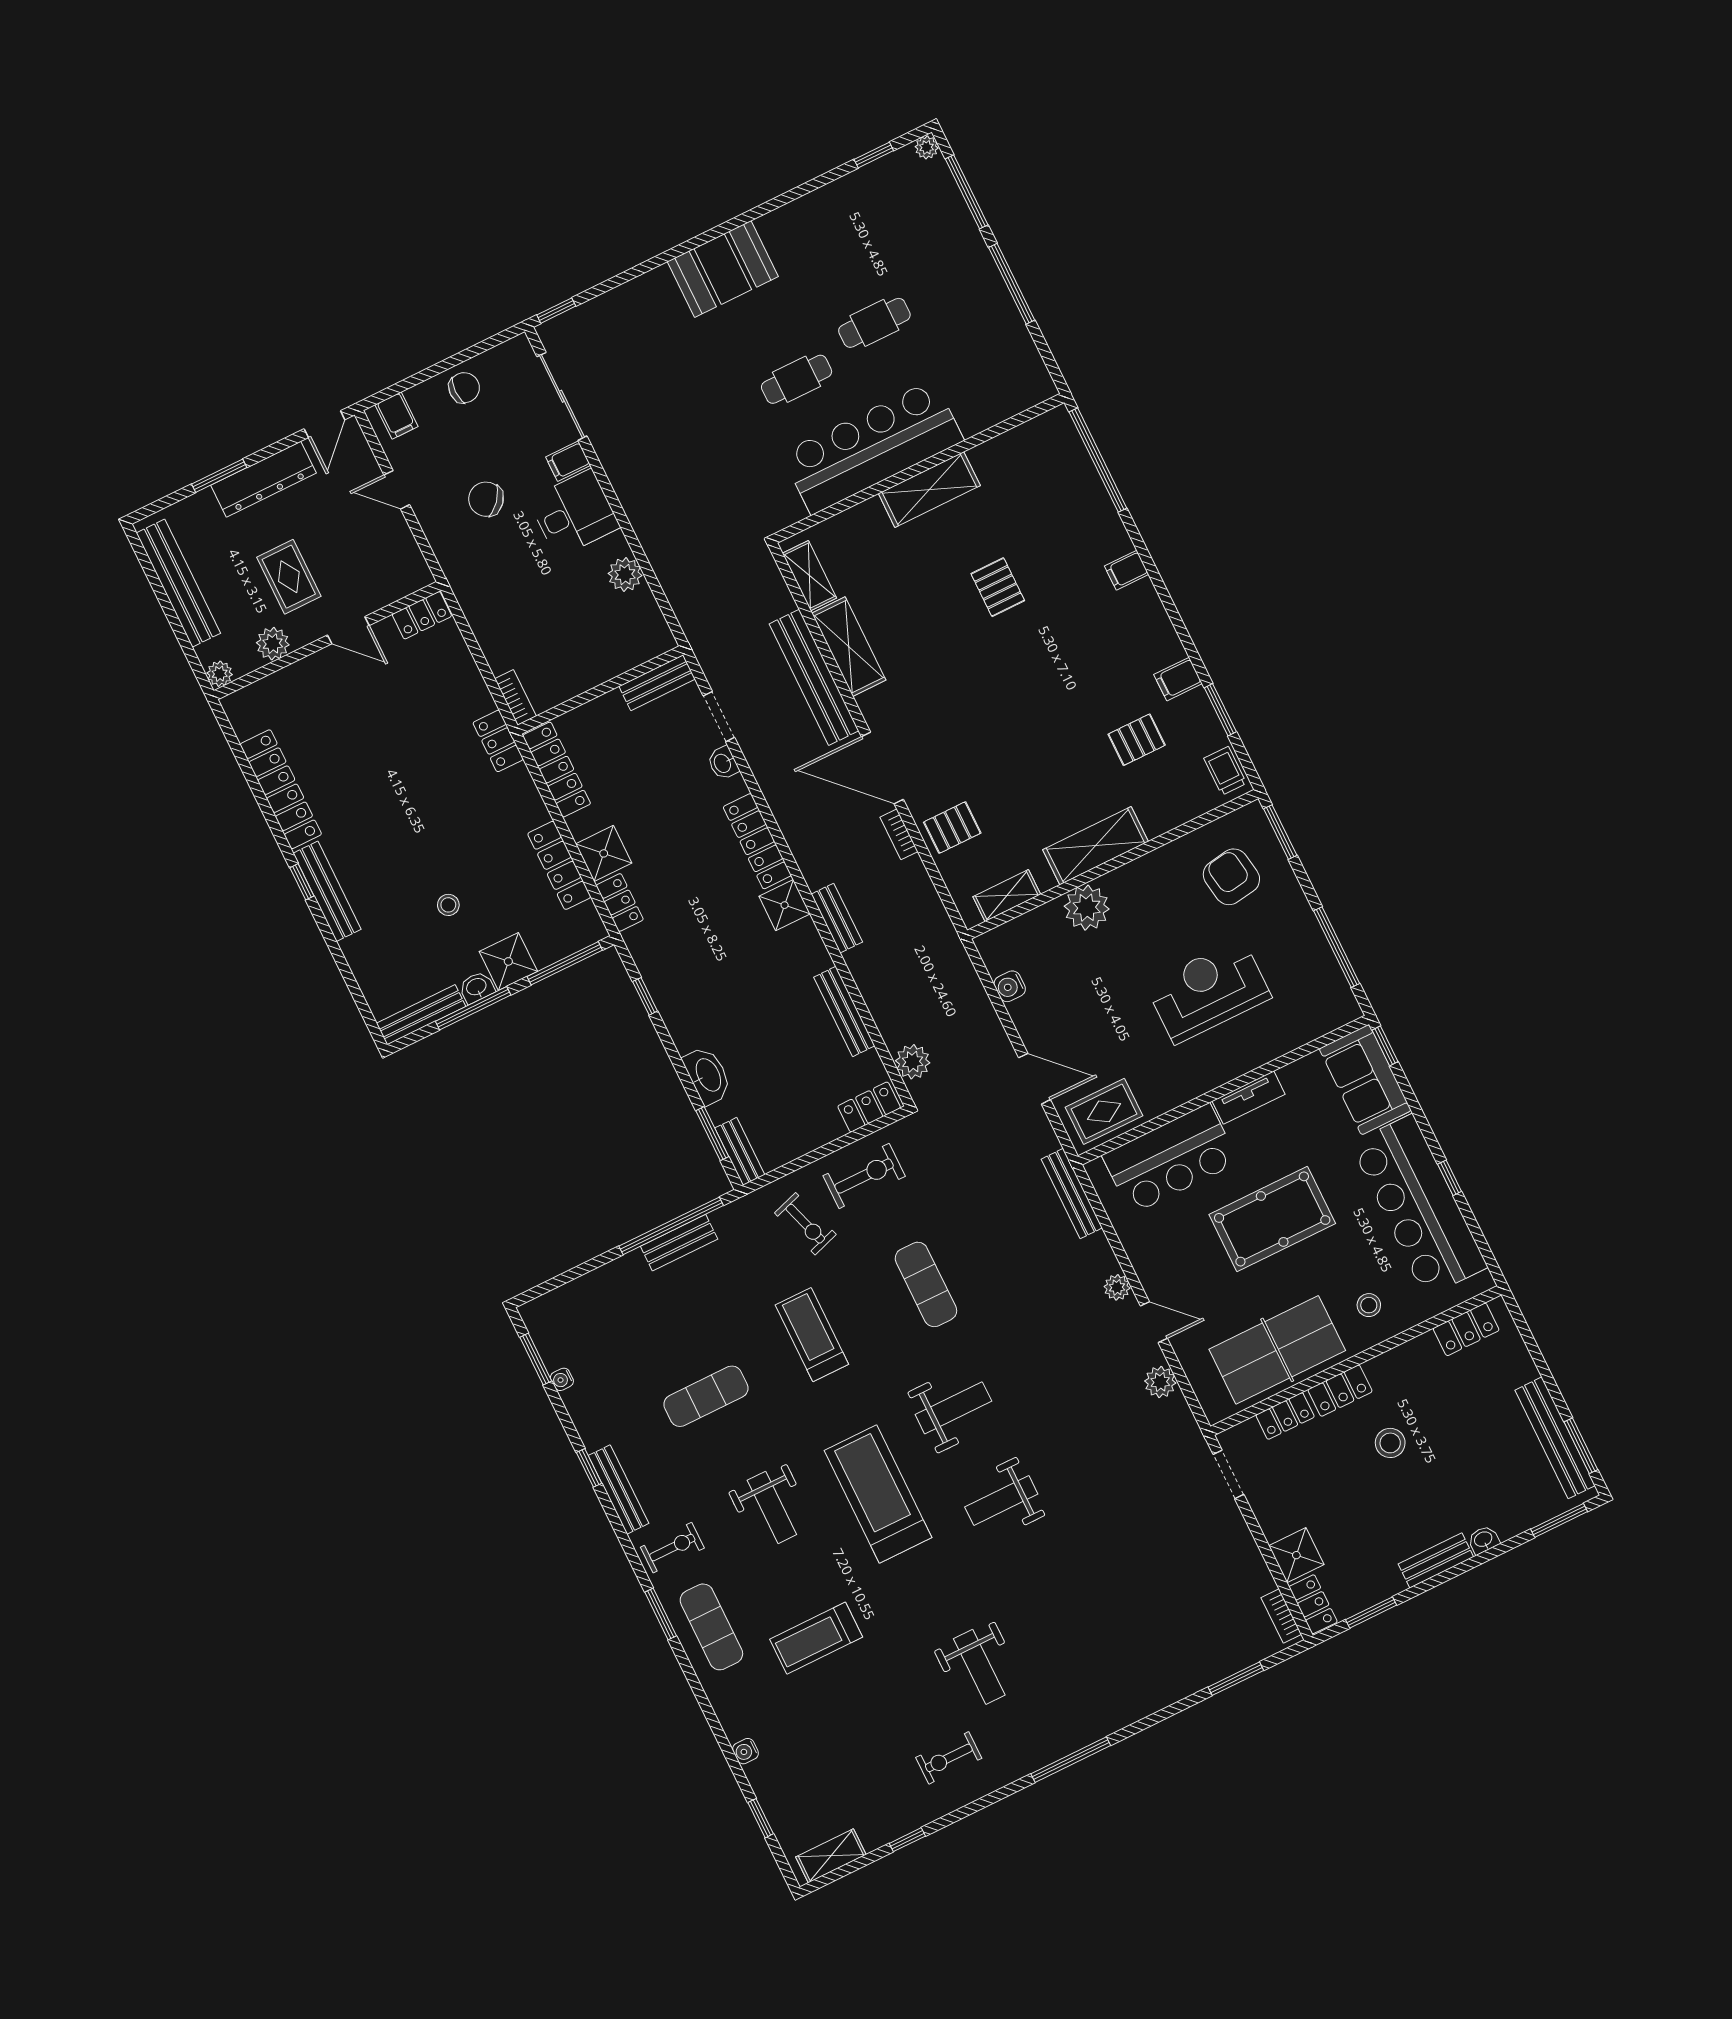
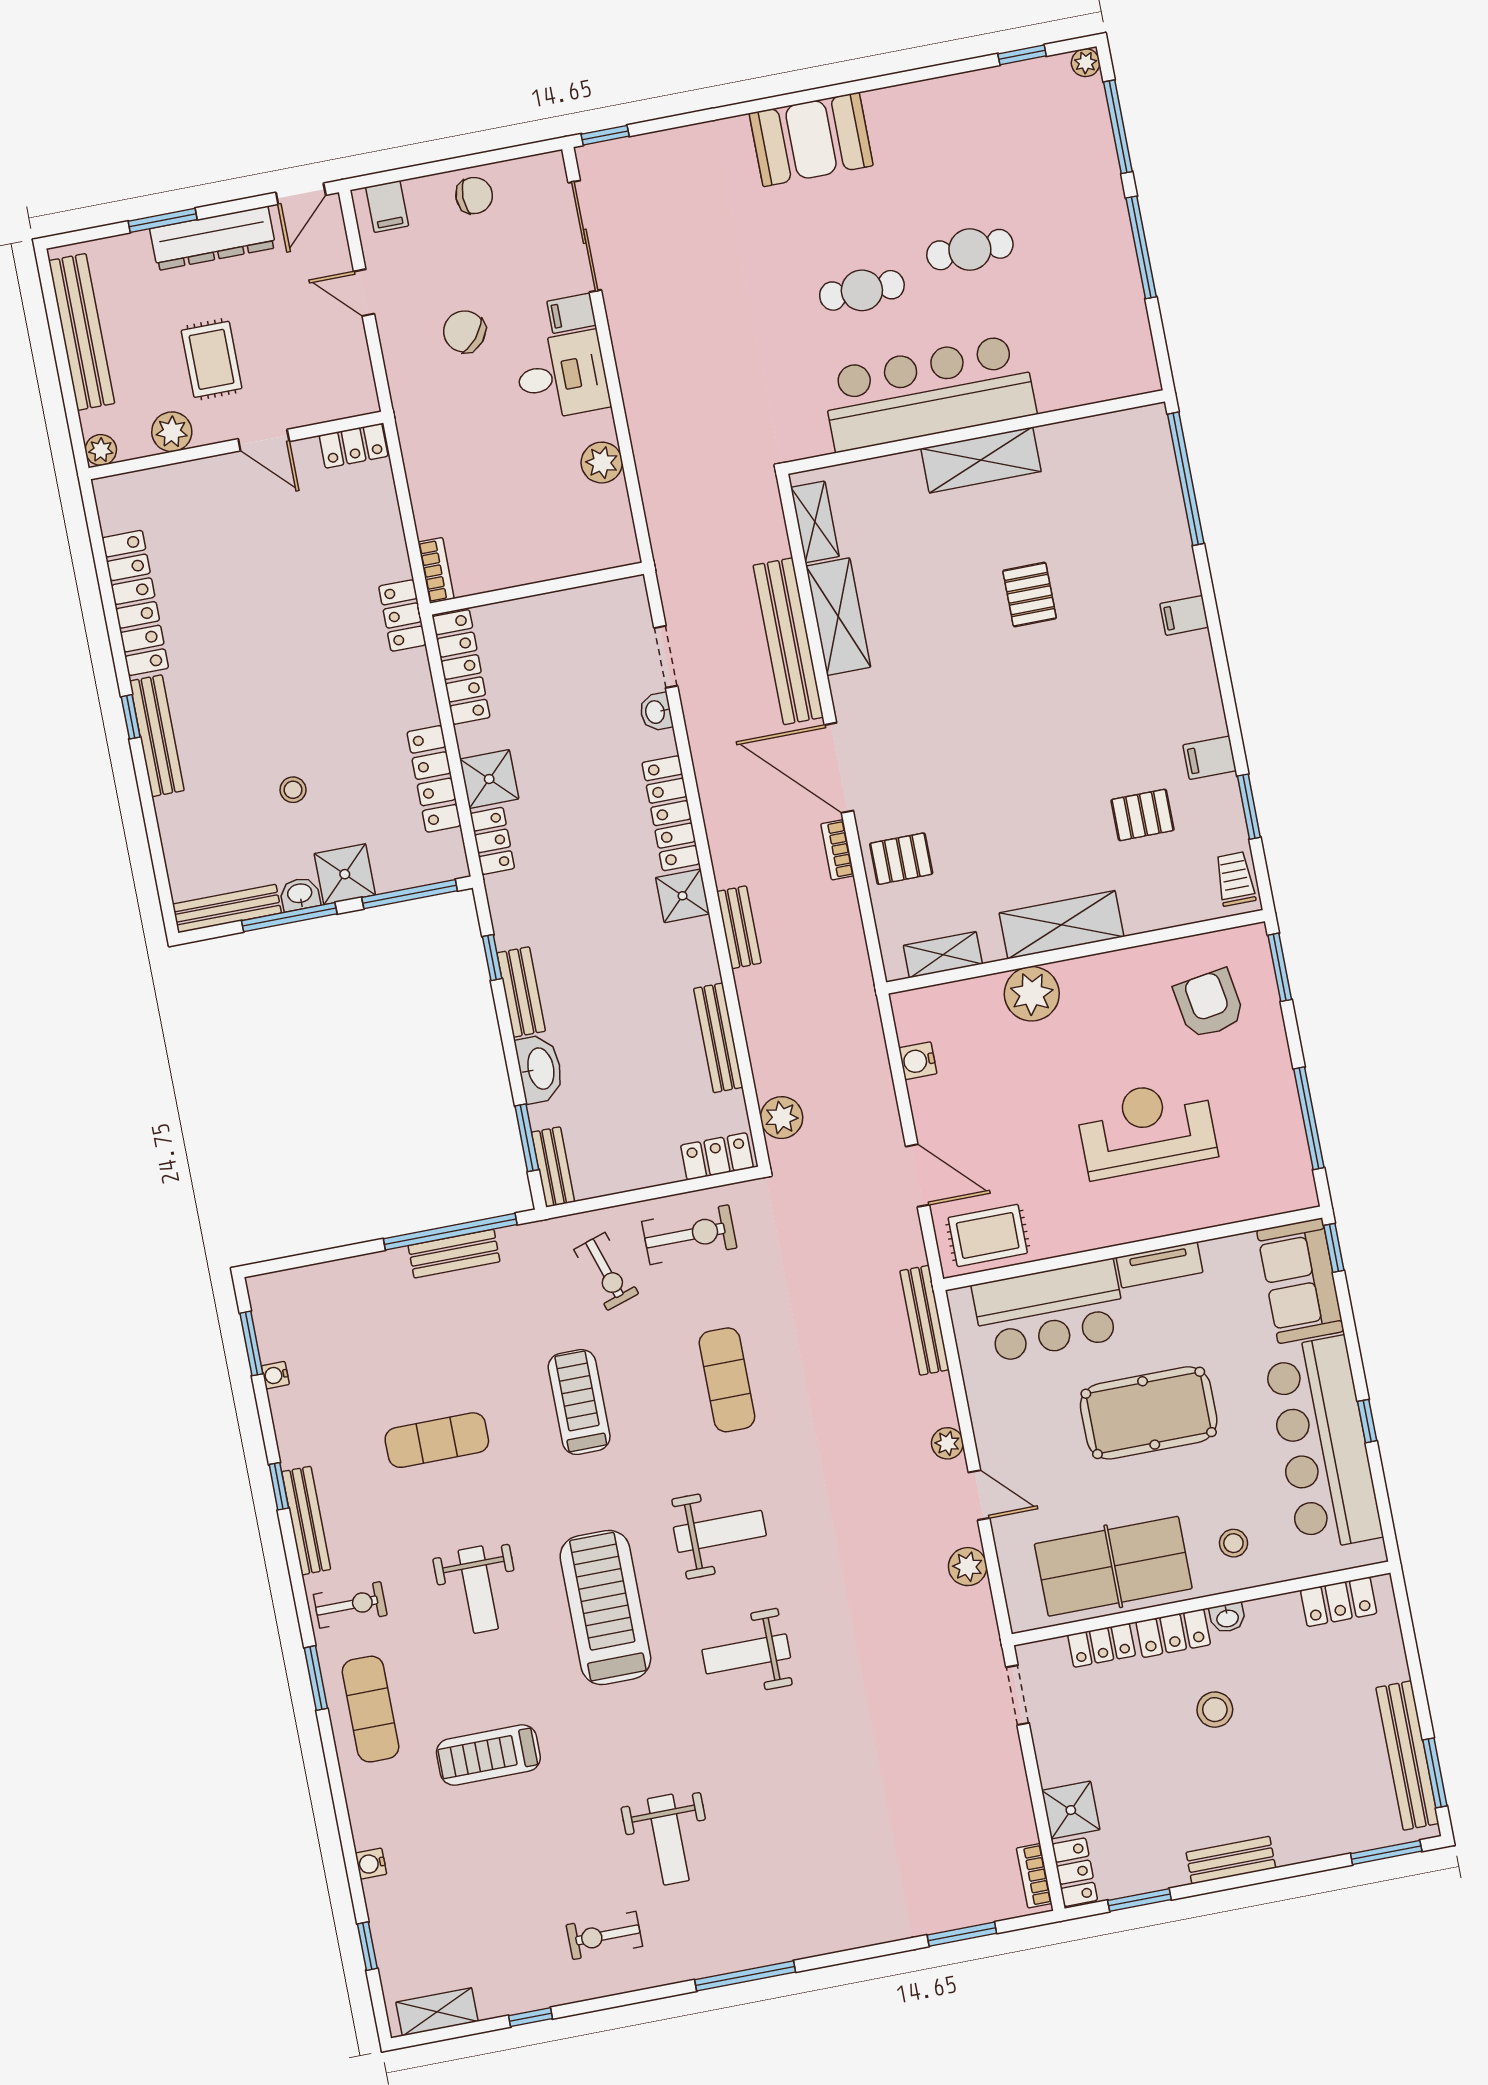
bench: (657, 683) -> (521, 992), moved, turned 90
washbasin: (1483, 1540) -> (1227, 1618), moved, turned 180

